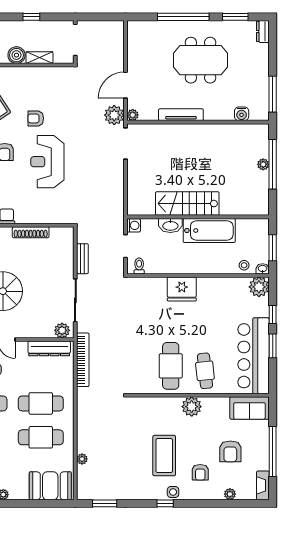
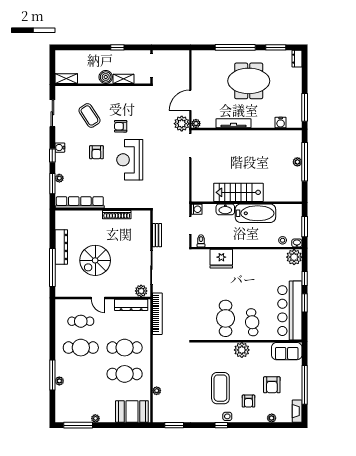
fridge: (182, 289) -> (221, 259), moved

